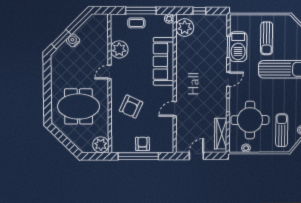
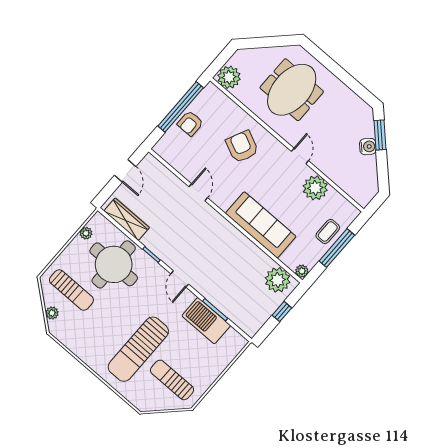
sun lounger: (267, 38) -> (172, 380), moved
armchair: (143, 144) -> (190, 123), turned 90

